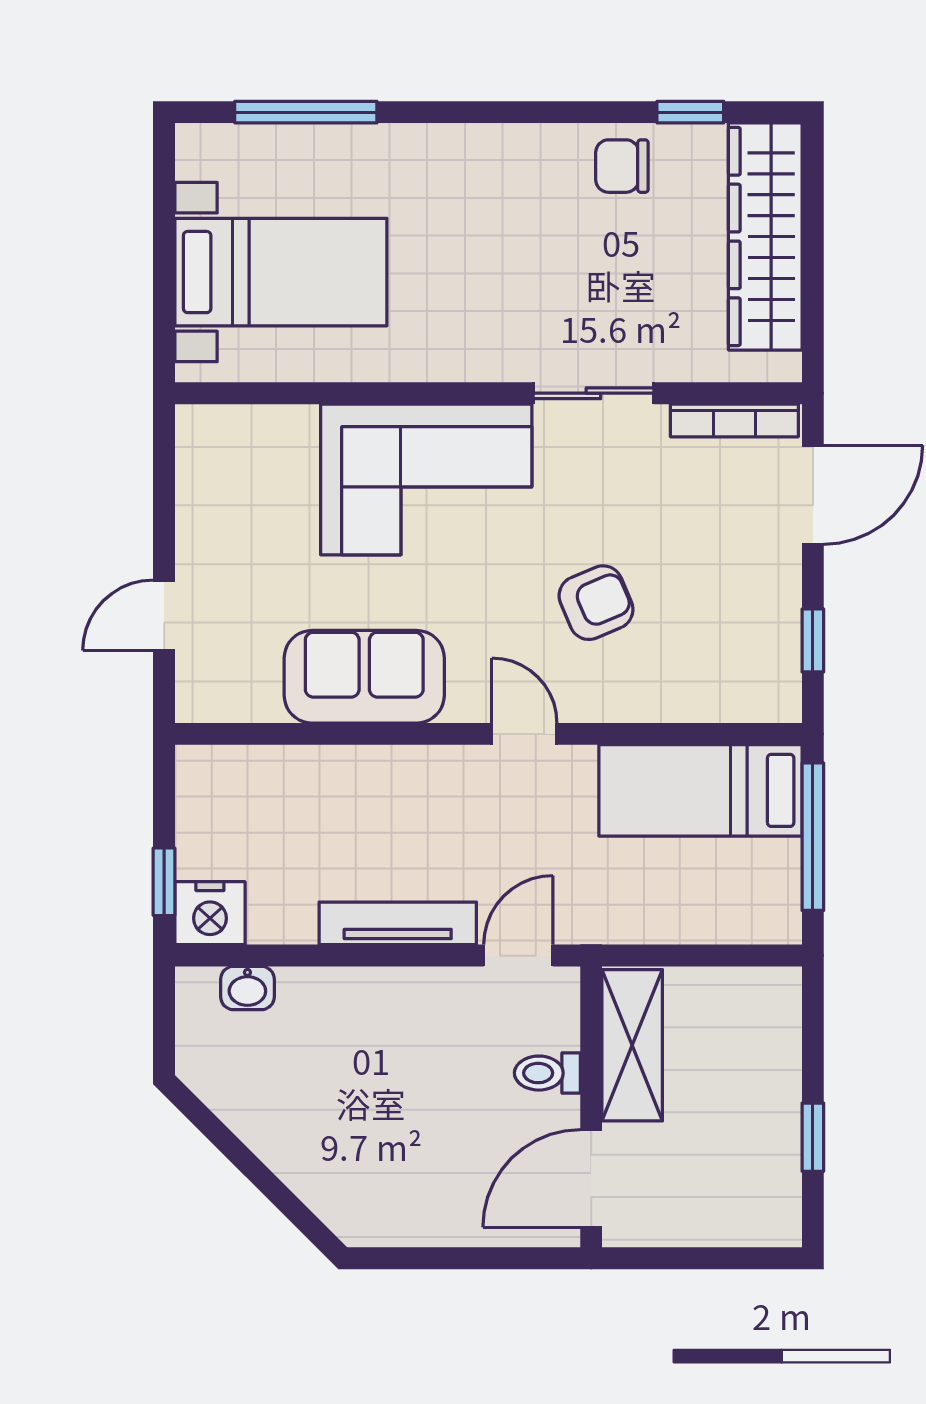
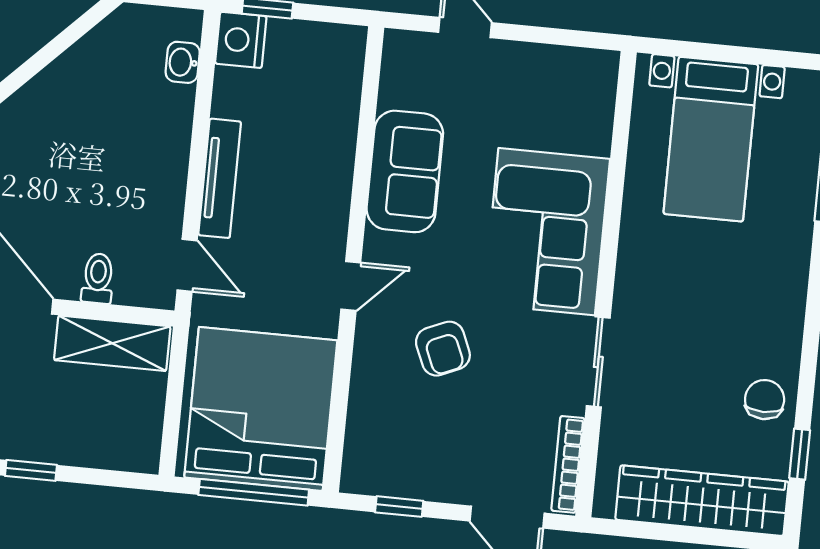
bed: (700, 790) -> (261, 409), width x2.04

